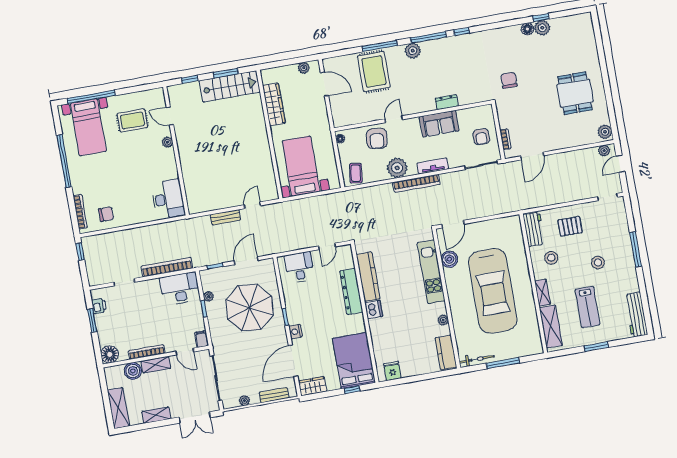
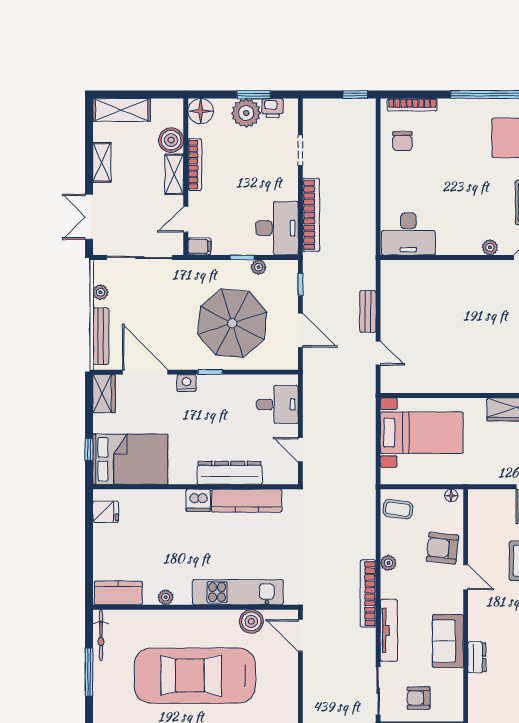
tv unit: (433, 166) -> (389, 630), width x1.41
plant: (397, 168) -> (388, 563), width x0.53, depth x0.53
plant: (106, 323) -> (246, 113), added
bench: (274, 395) -> (101, 336), width x1.36

